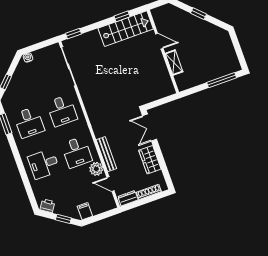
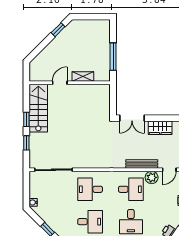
window: (199, 14) -> (58, 30), moved
window: (122, 16) -> (26, 119), moved
window: (74, 34) -> (26, 143), moved
window: (222, 80) -> (113, 57), moved
desk: (62, 111) -> (90, 189), turned 180

